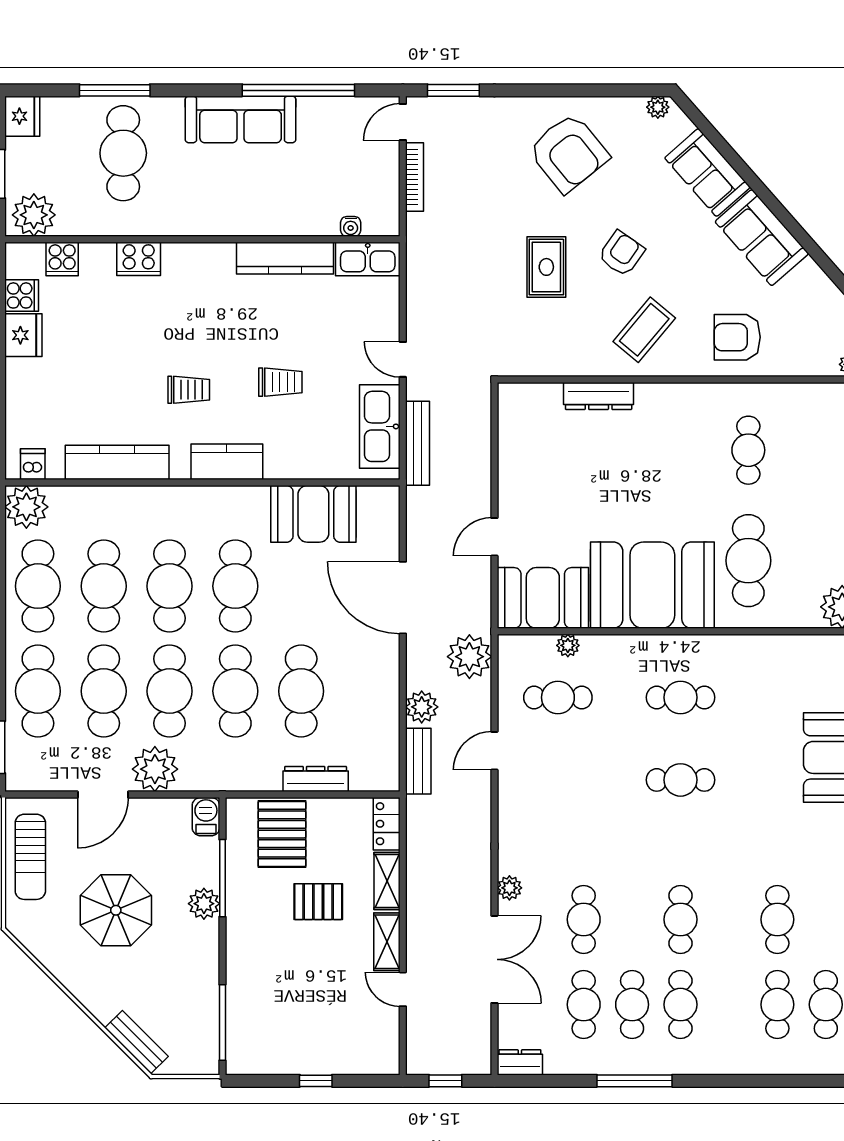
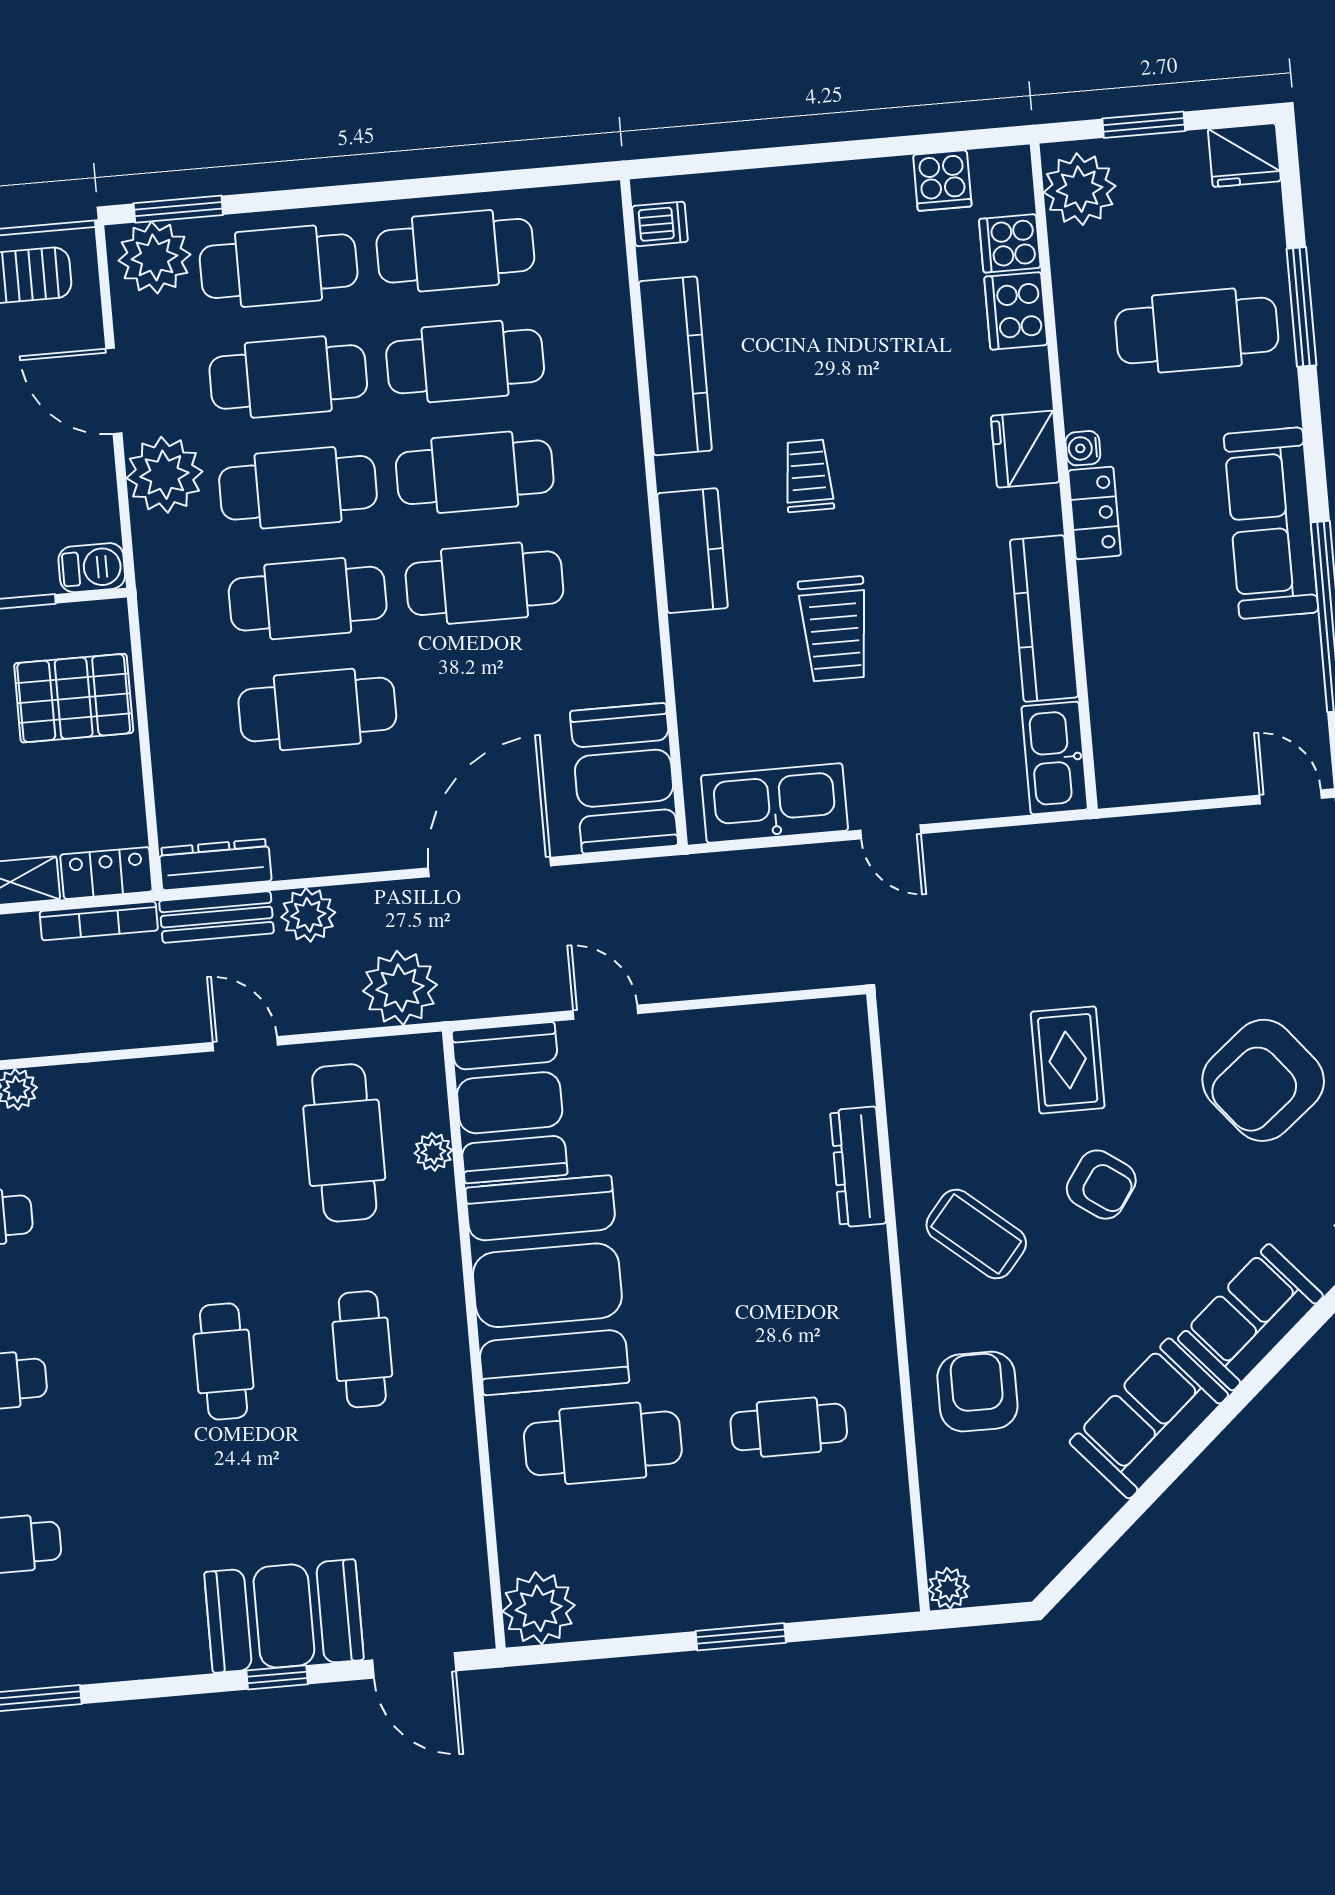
bookcase: (414, 177) -> (99, 921), moved
locker: (225, 223) -> (1095, 513), added
water cooler: (351, 226) -> (1083, 448), moved
cooker: (139, 259) -> (1016, 311), moved
rug: (546, 267) -> (1068, 1060), turned 90
fridge: (23, 335) -> (1025, 449), moved, turned 90
door: (403, 359) -> (891, 832), swing flipped
trolley: (280, 382) -> (835, 629), width x1.36, depth x1.39
trolley: (189, 390) -> (808, 476), turned 180
bench: (417, 443) -> (752, 869), removed
plant: (26, 507) -> (154, 257), moved
booth: (313, 514) -> (624, 778), moved
cafe table: (558, 697) -> (344, 1143), width x1.37, depth x1.35
dresser: (316, 779) -> (215, 865), moved, turned -90

